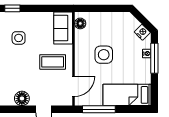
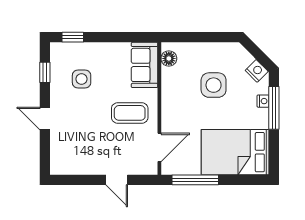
side table: (104, 55) -> (214, 85), moved
bed: (127, 95) -> (235, 152), width x1.50
floor lamp: (22, 98) -> (86, 165), removed

